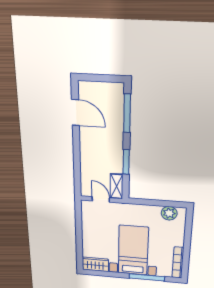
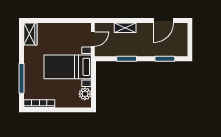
window: (127, 113) -> (165, 59), width x0.69
shelving: (117, 186) -> (125, 28), moved
bed with nightstands: (133, 250) -> (68, 67), moved, turned 180

